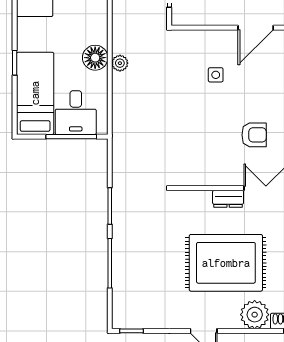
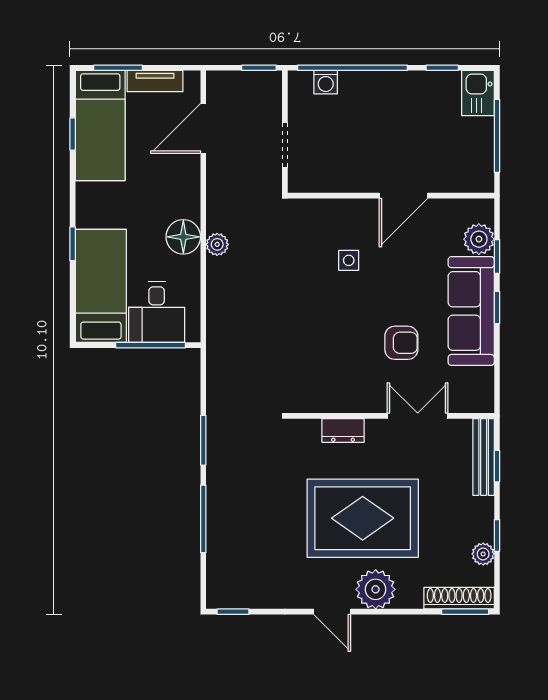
dresser: (228, 199) -> (343, 430), moved
plant: (255, 315) -> (376, 589), moved

